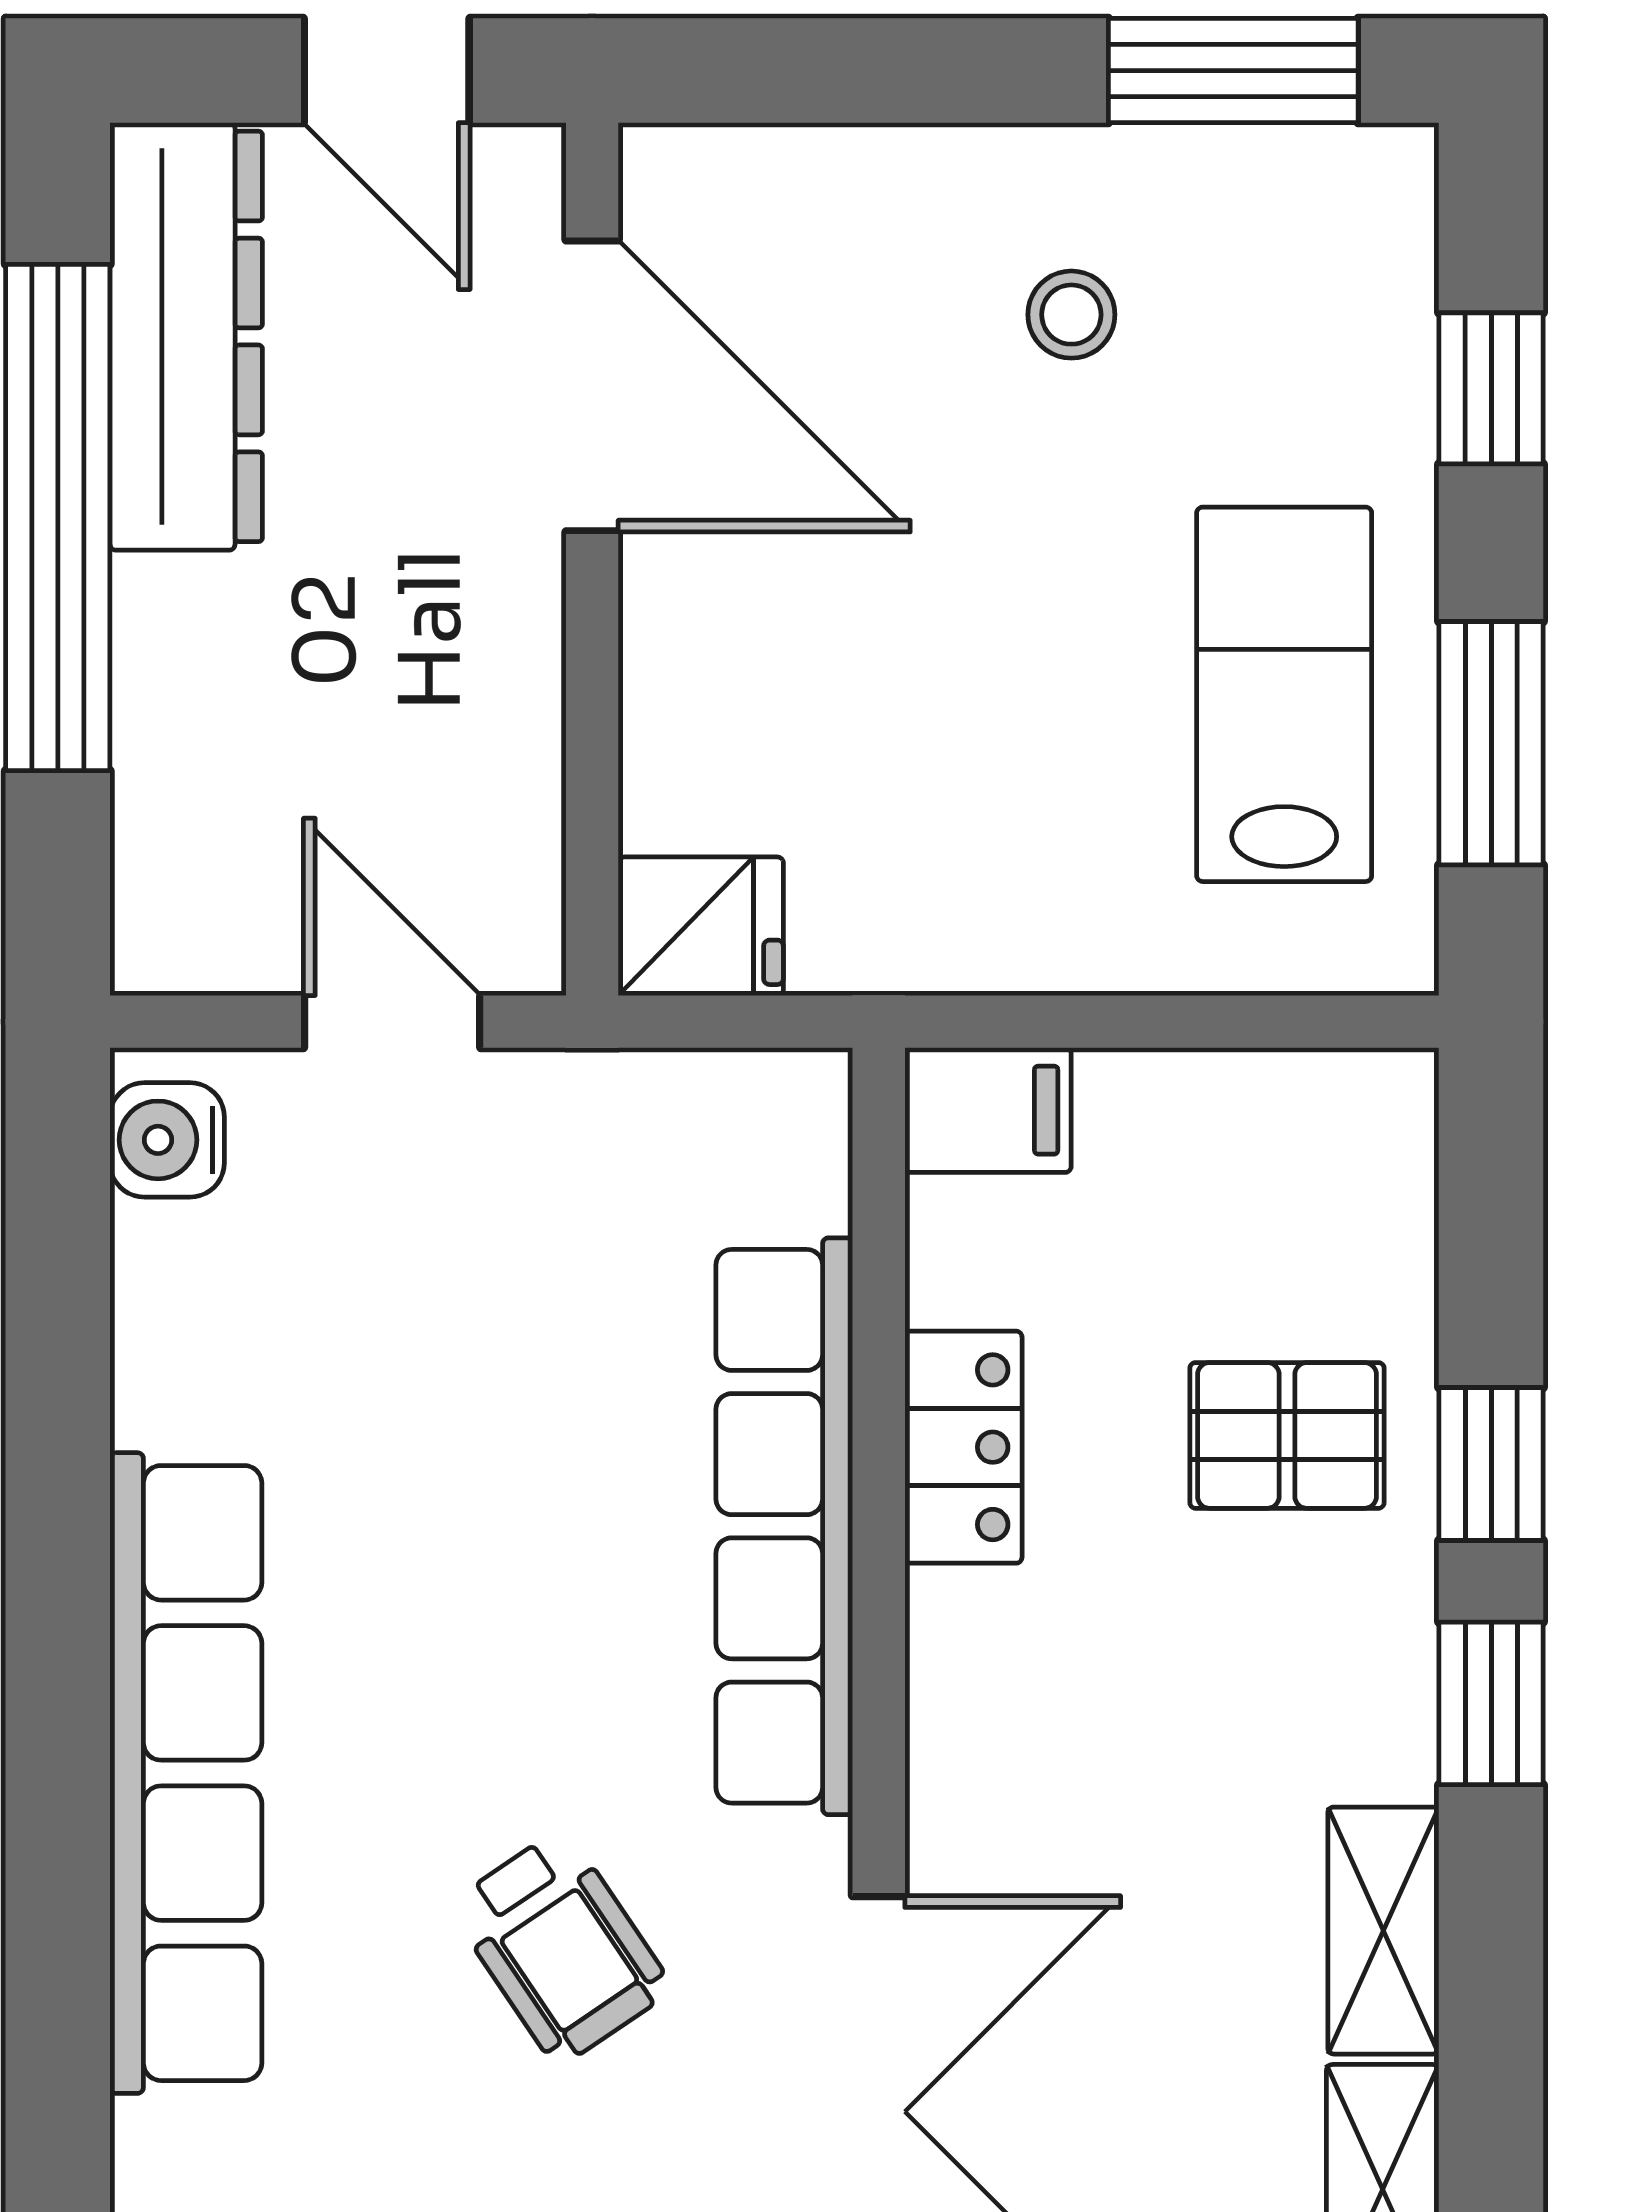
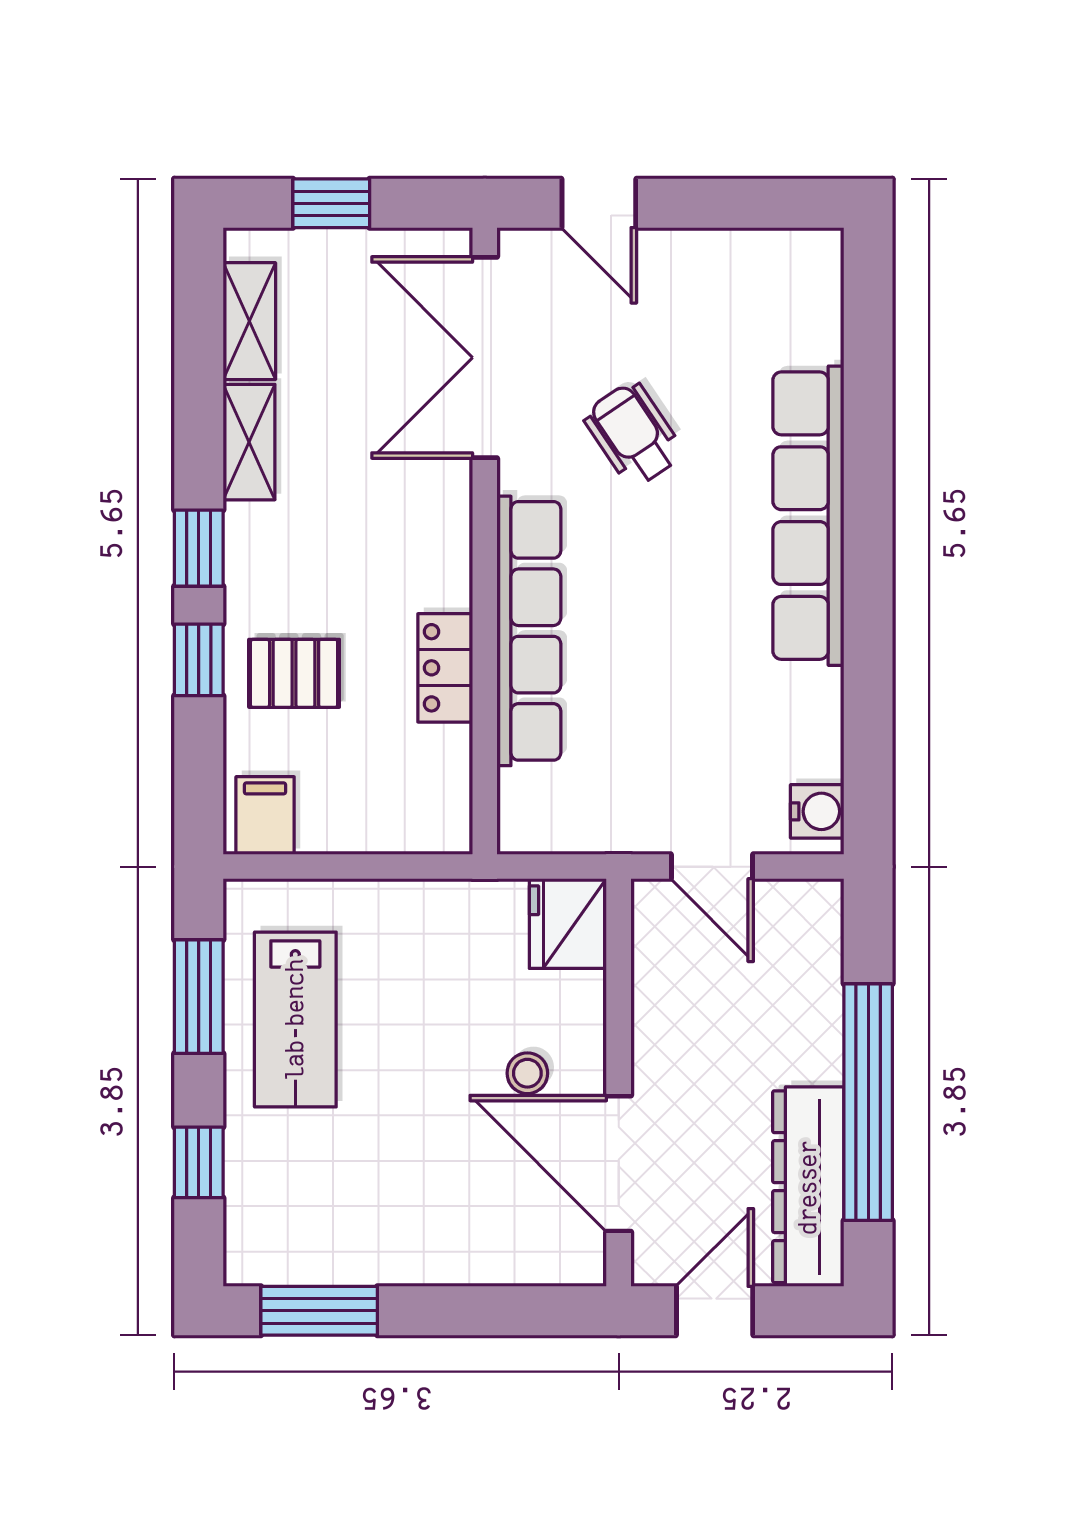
door: (387, 71) -> (715, 1311), hinge flipped
stool: (1071, 315) -> (527, 1073), moved
fridge: (701, 926) -> (568, 924), width x1.38
filing cabinet: (988, 1110) -> (265, 816), moved, turned 90

